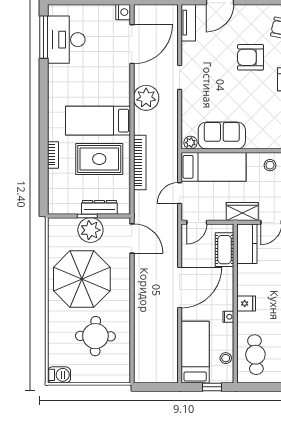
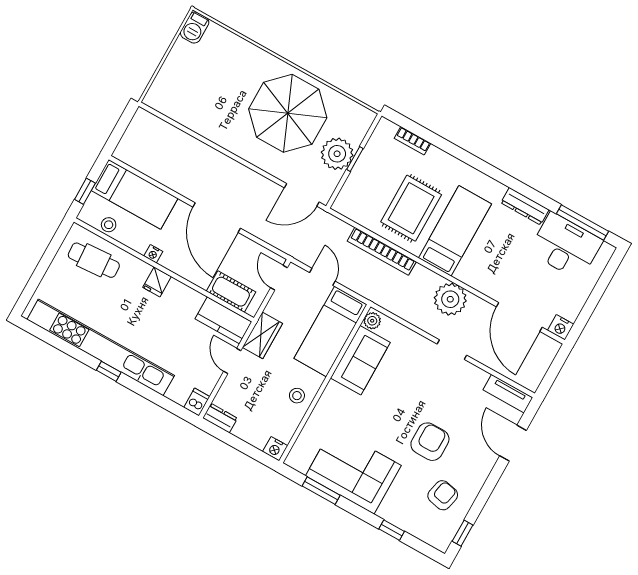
bookcase: (53, 155) -> (413, 141), moved
dresser: (99, 207) -> (525, 206), moved, turned 90
round table: (95, 336) -> (215, 93), removed

